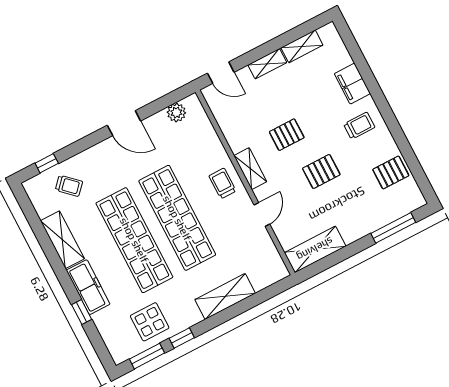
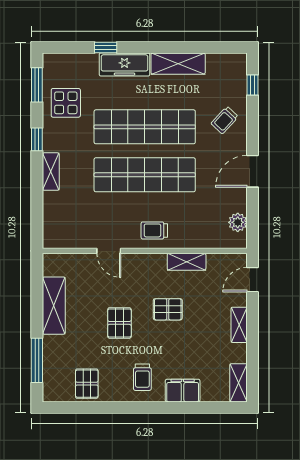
shelving: (302, 46) -> (238, 383), moved
pallet: (287, 135) -> (168, 309), turned 90
shelving: (250, 169) -> (187, 262), moved
trolley: (222, 183) -> (154, 230), turned 180
trolley: (69, 186) -> (225, 120), moved
shelving: (315, 249) -> (54, 306), moved
shelving: (225, 296) -> (51, 172), width x0.67, depth x0.75
window: (182, 338) -> (37, 139), moved

